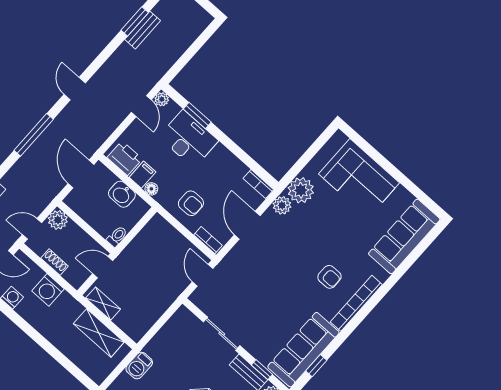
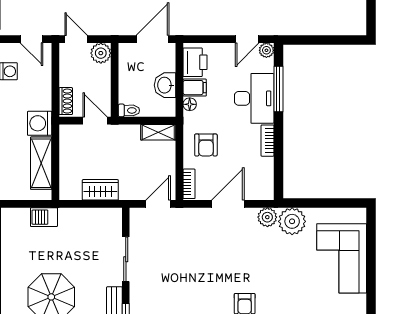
window: (197, 115) -> (278, 89), width x1.44
bookcase: (258, 184) -> (268, 141), moved
shoe rack: (55, 262) -> (66, 101), moved
washing machine: (48, 290) -> (40, 123), moved
shelving: (103, 304) -> (158, 132), moved, turned 90
wardrobe: (156, 308) -> (100, 190), added

